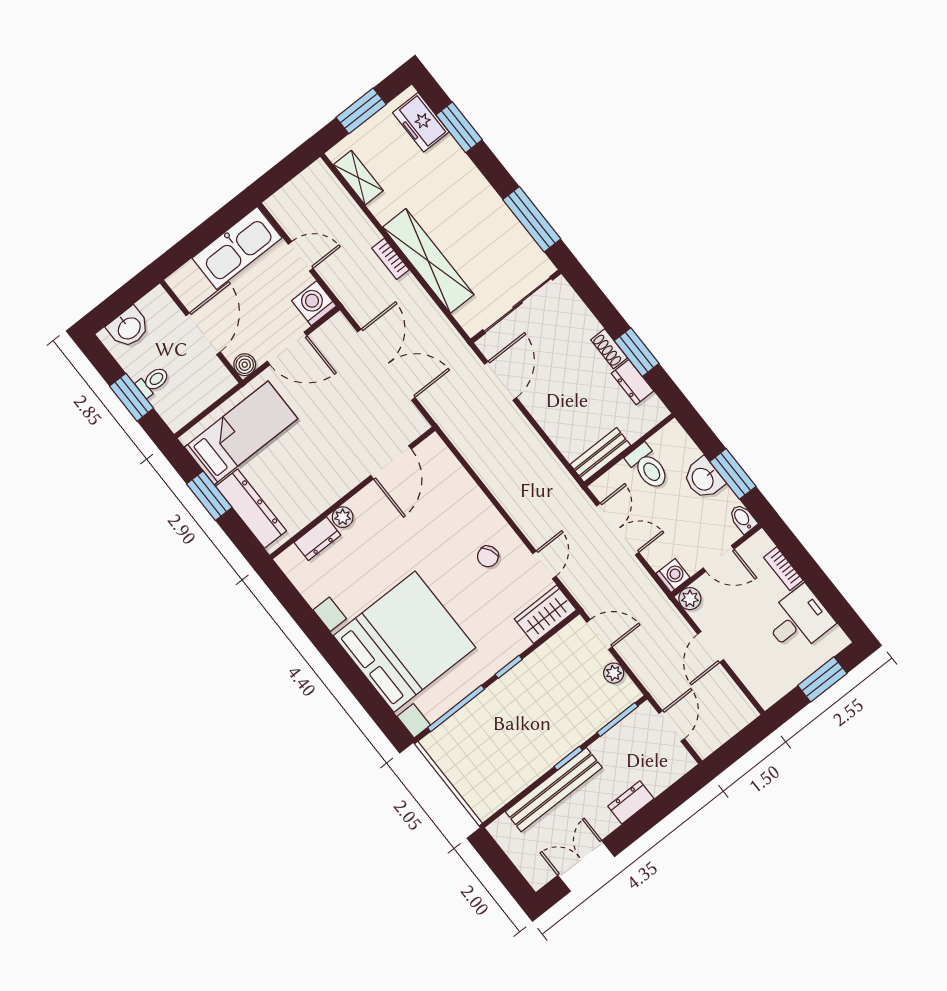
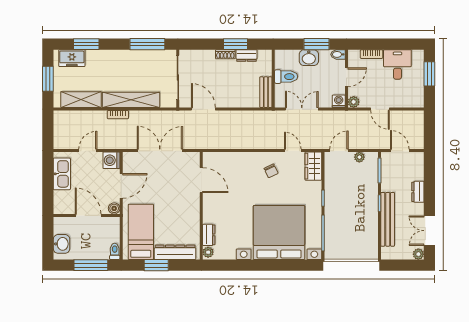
shelving: (358, 178) -> (81, 100), width x1.50, depth x1.33
kitchen sink: (237, 248) -> (62, 174), width x0.73, depth x0.81
toilet: (153, 382) -> (115, 251), moved
window: (131, 397) -> (91, 265), width x1.44
plant: (343, 517) -> (208, 252), moved
plant: (538, 877) -> (418, 254), added

